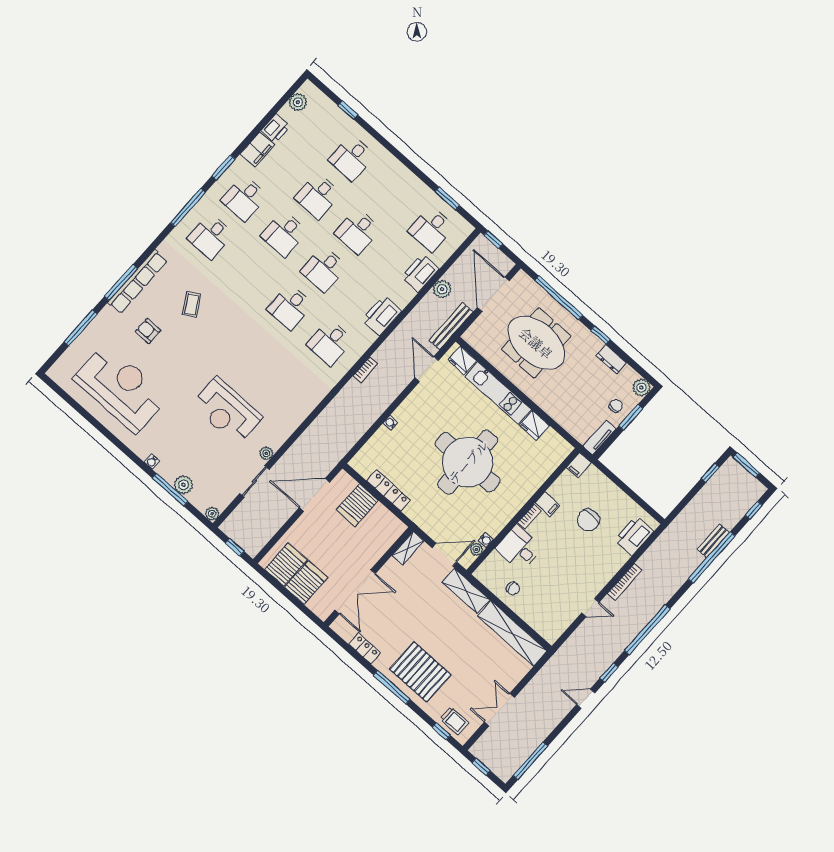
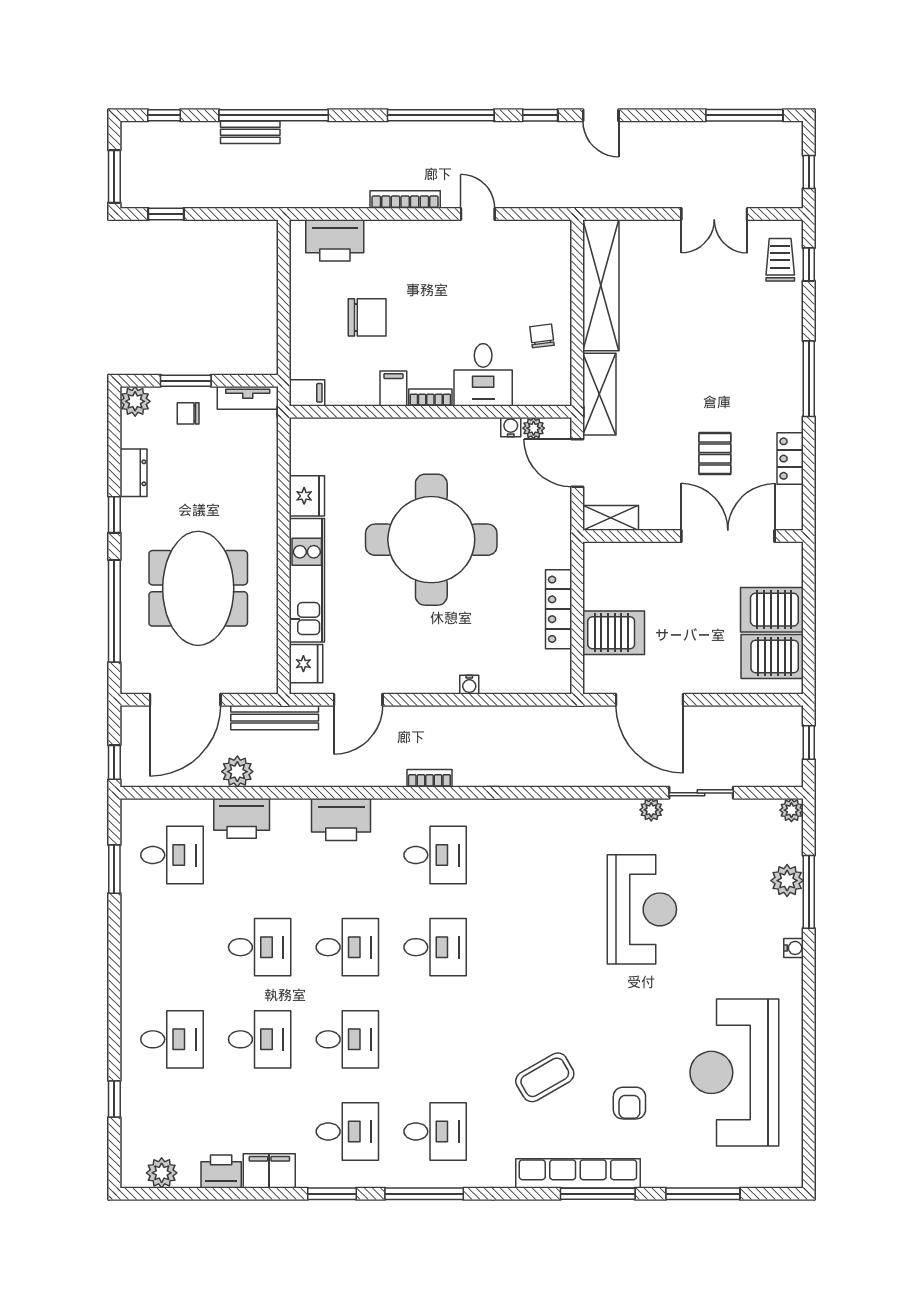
coffee table: (192, 304) -> (545, 1077), width x1.36, depth x1.30
pallet: (420, 672) -> (715, 454), moved, width x0.49, depth x0.50

